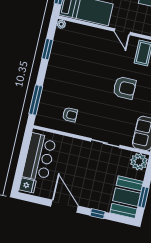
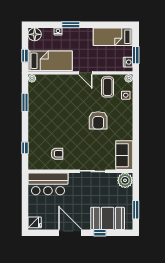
armchair: (124, 88) -> (98, 120), turned 90
window: (36, 100) -> (25, 148), width x0.46
bar counter: (39, 157) -> (48, 184), moved, turned 90
booth: (127, 197) -> (108, 218), moved, turned 90

